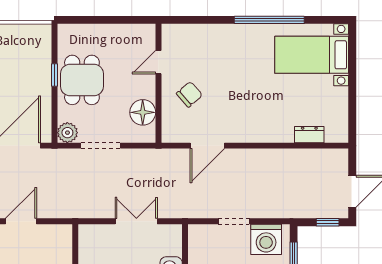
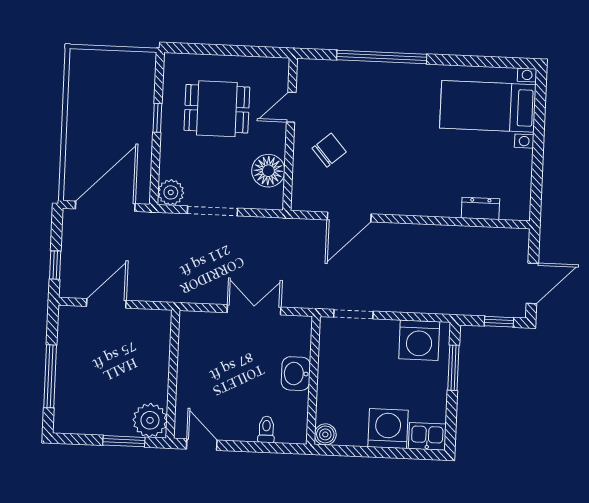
window: (269, 20) -> (382, 57), moved
dining table: (82, 80) -> (217, 109), moved, turned 90
doorway: (234, 221) -> (353, 314), moved

